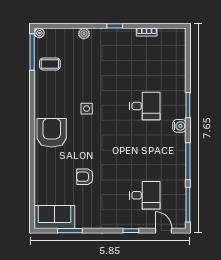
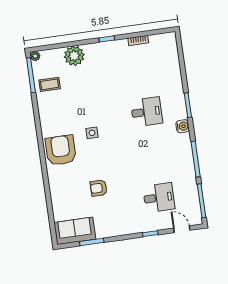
plant: (84, 34) -> (74, 56), width x1.87, depth x1.87
side table: (87, 109) -> (92, 133), moved

